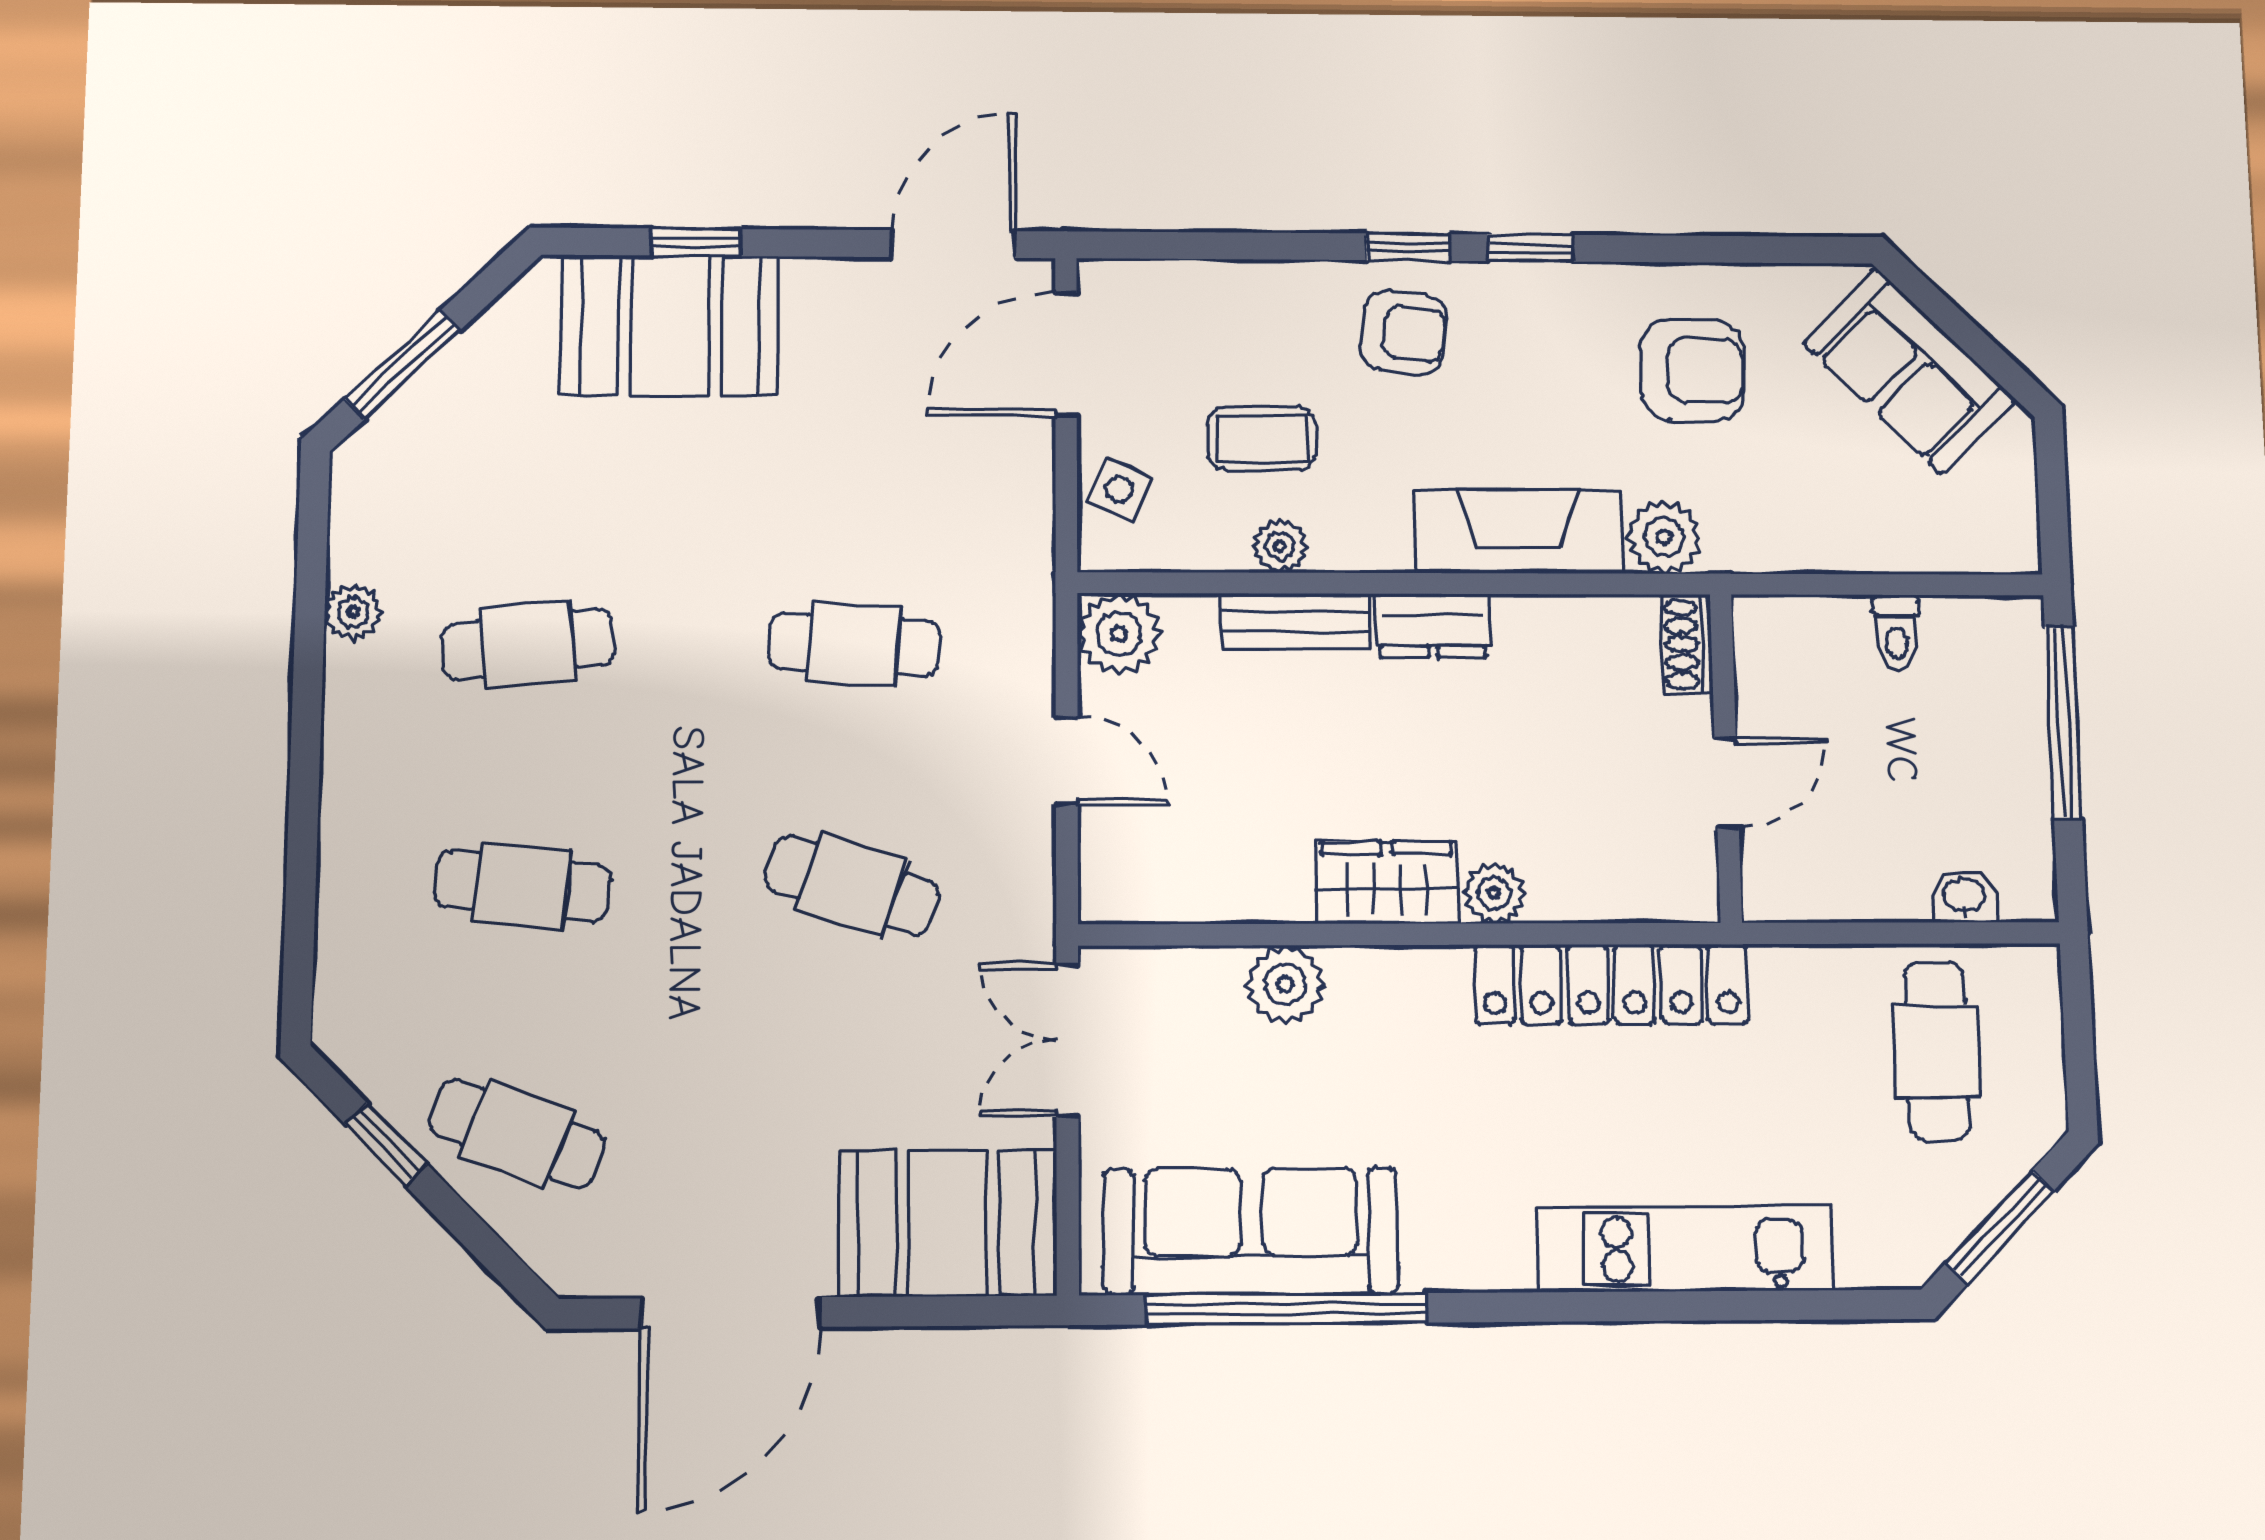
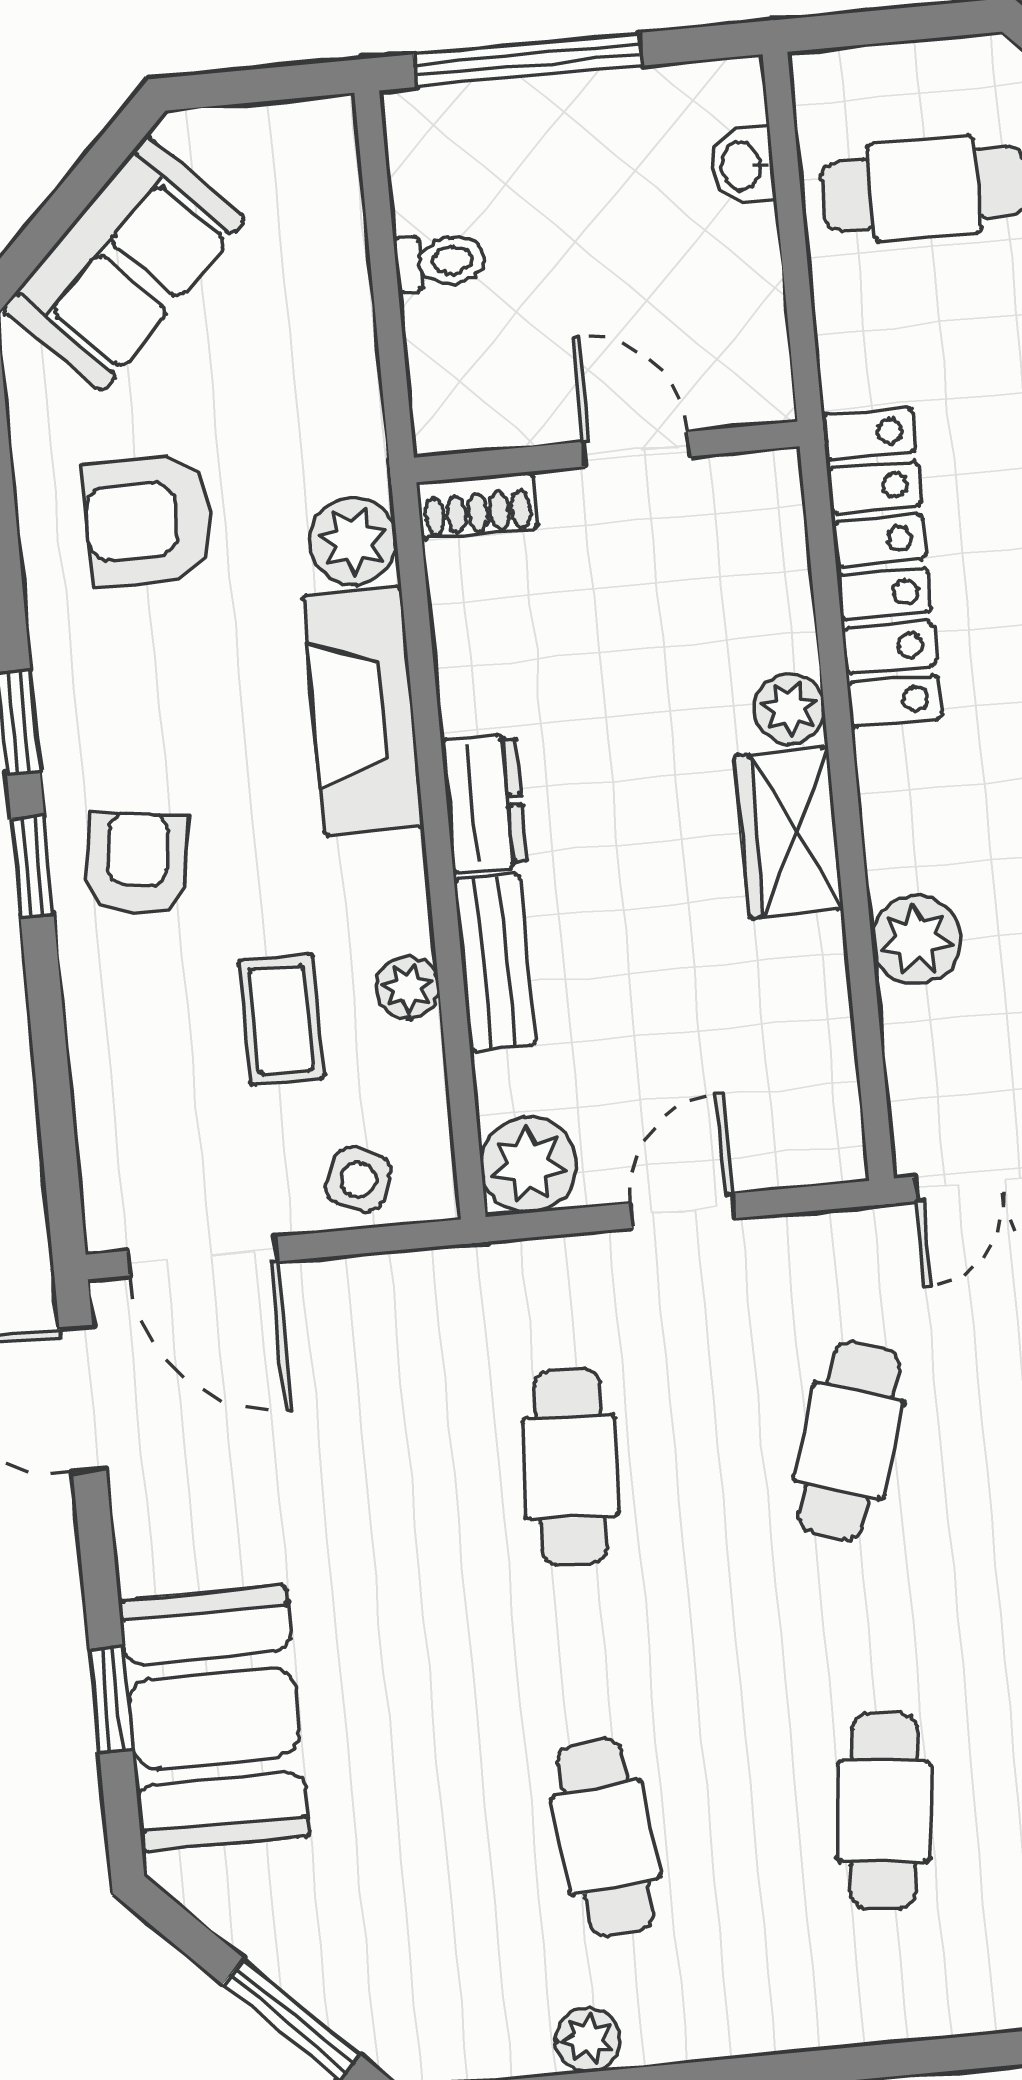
armchair: (1692, 370) -> (149, 520), turned -90

